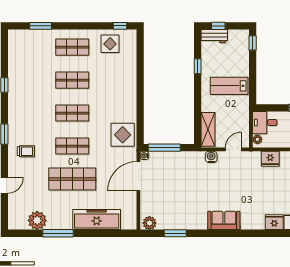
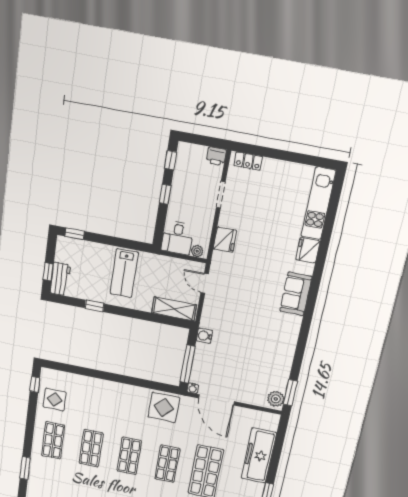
water cooler: (211, 157) -> (204, 336), moved
sofa: (224, 220) -> (296, 294), moved
window: (175, 233) -> (290, 393), moved

